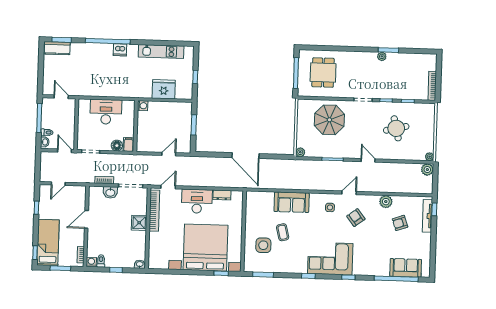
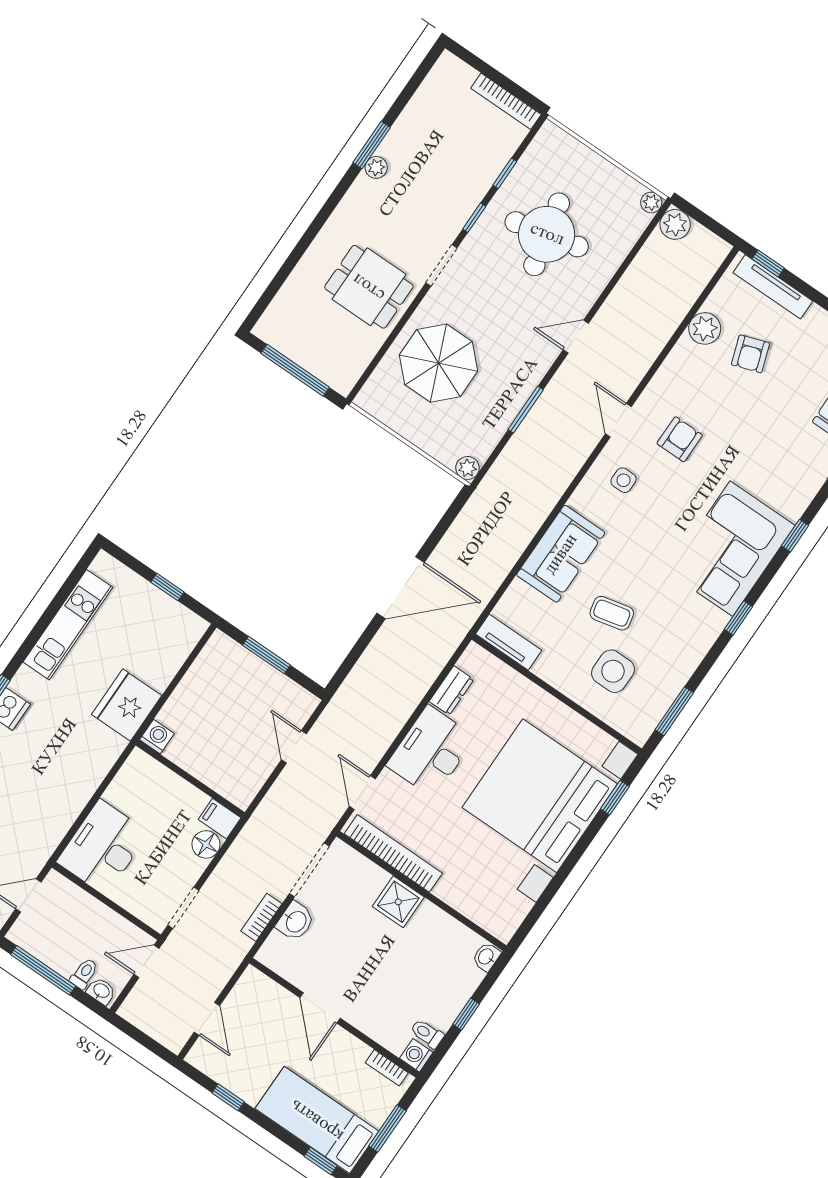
dining table: (323, 72) -> (369, 287), moved
fridge: (164, 89) -> (127, 705), moved
desk: (106, 112) -> (103, 847), moved
round table: (396, 128) -> (547, 234), width x1.36, depth x1.36
plant: (386, 202) -> (705, 328), moved
tv unit: (251, 204) -> (509, 642), added
armchair: (356, 218) -> (680, 439), turned 127

